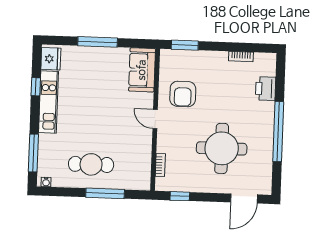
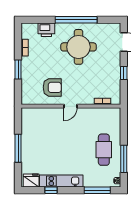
window: (185, 45) -> (18, 70), moved
sofa: (142, 70) -> (36, 116), removed
round table: (222, 148) -> (78, 47), moved
window: (105, 193) -> (124, 159), moved
window: (180, 196) -> (124, 73), moved

